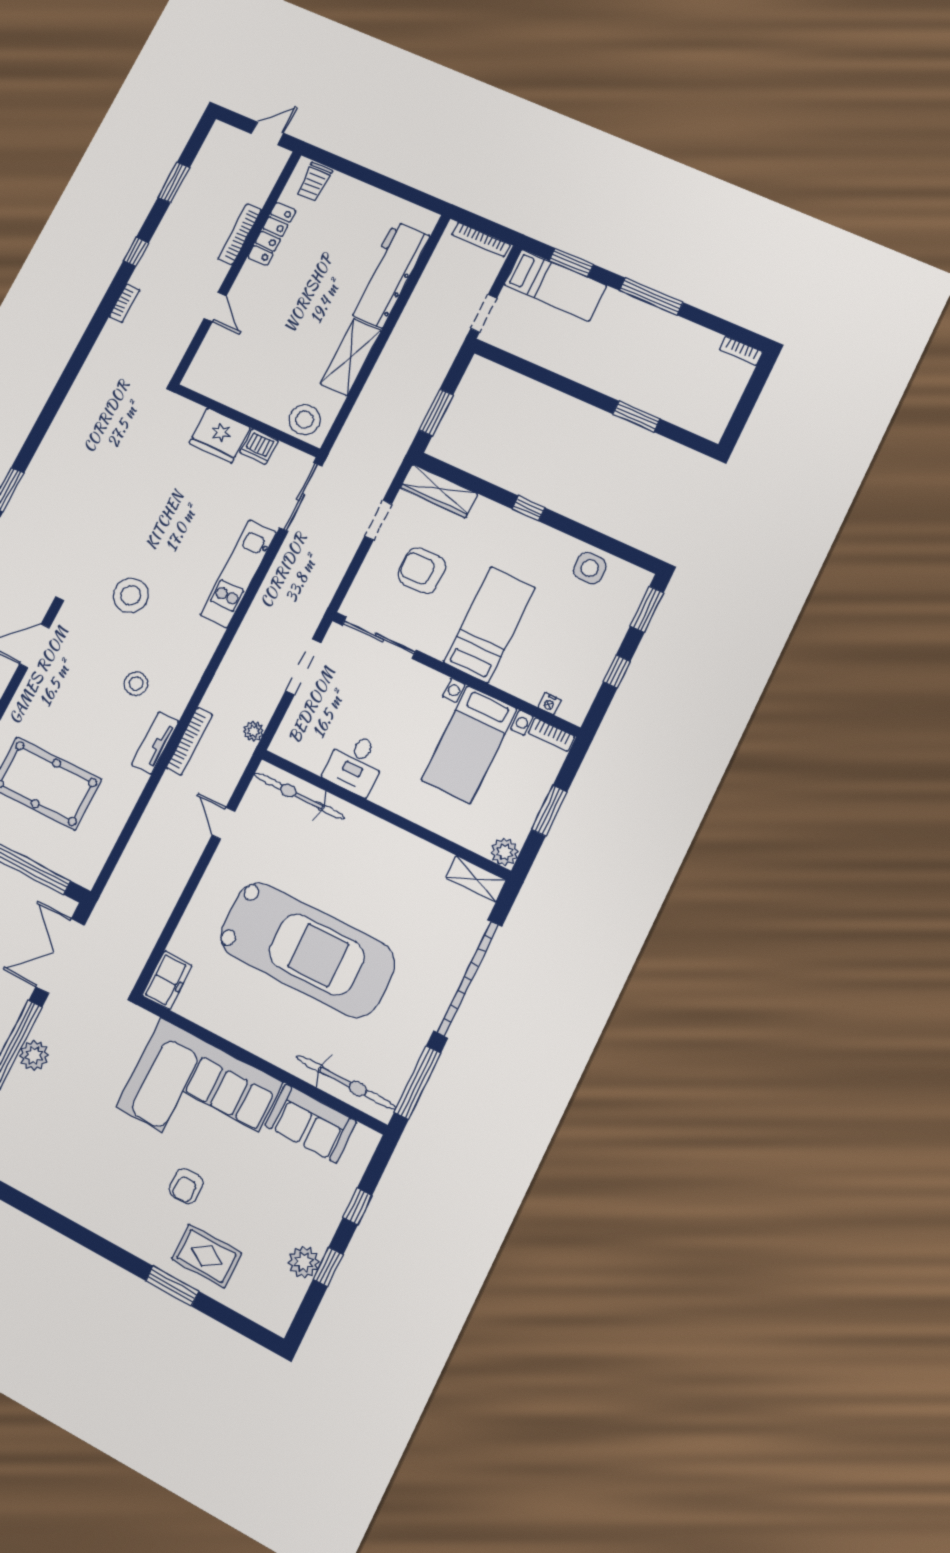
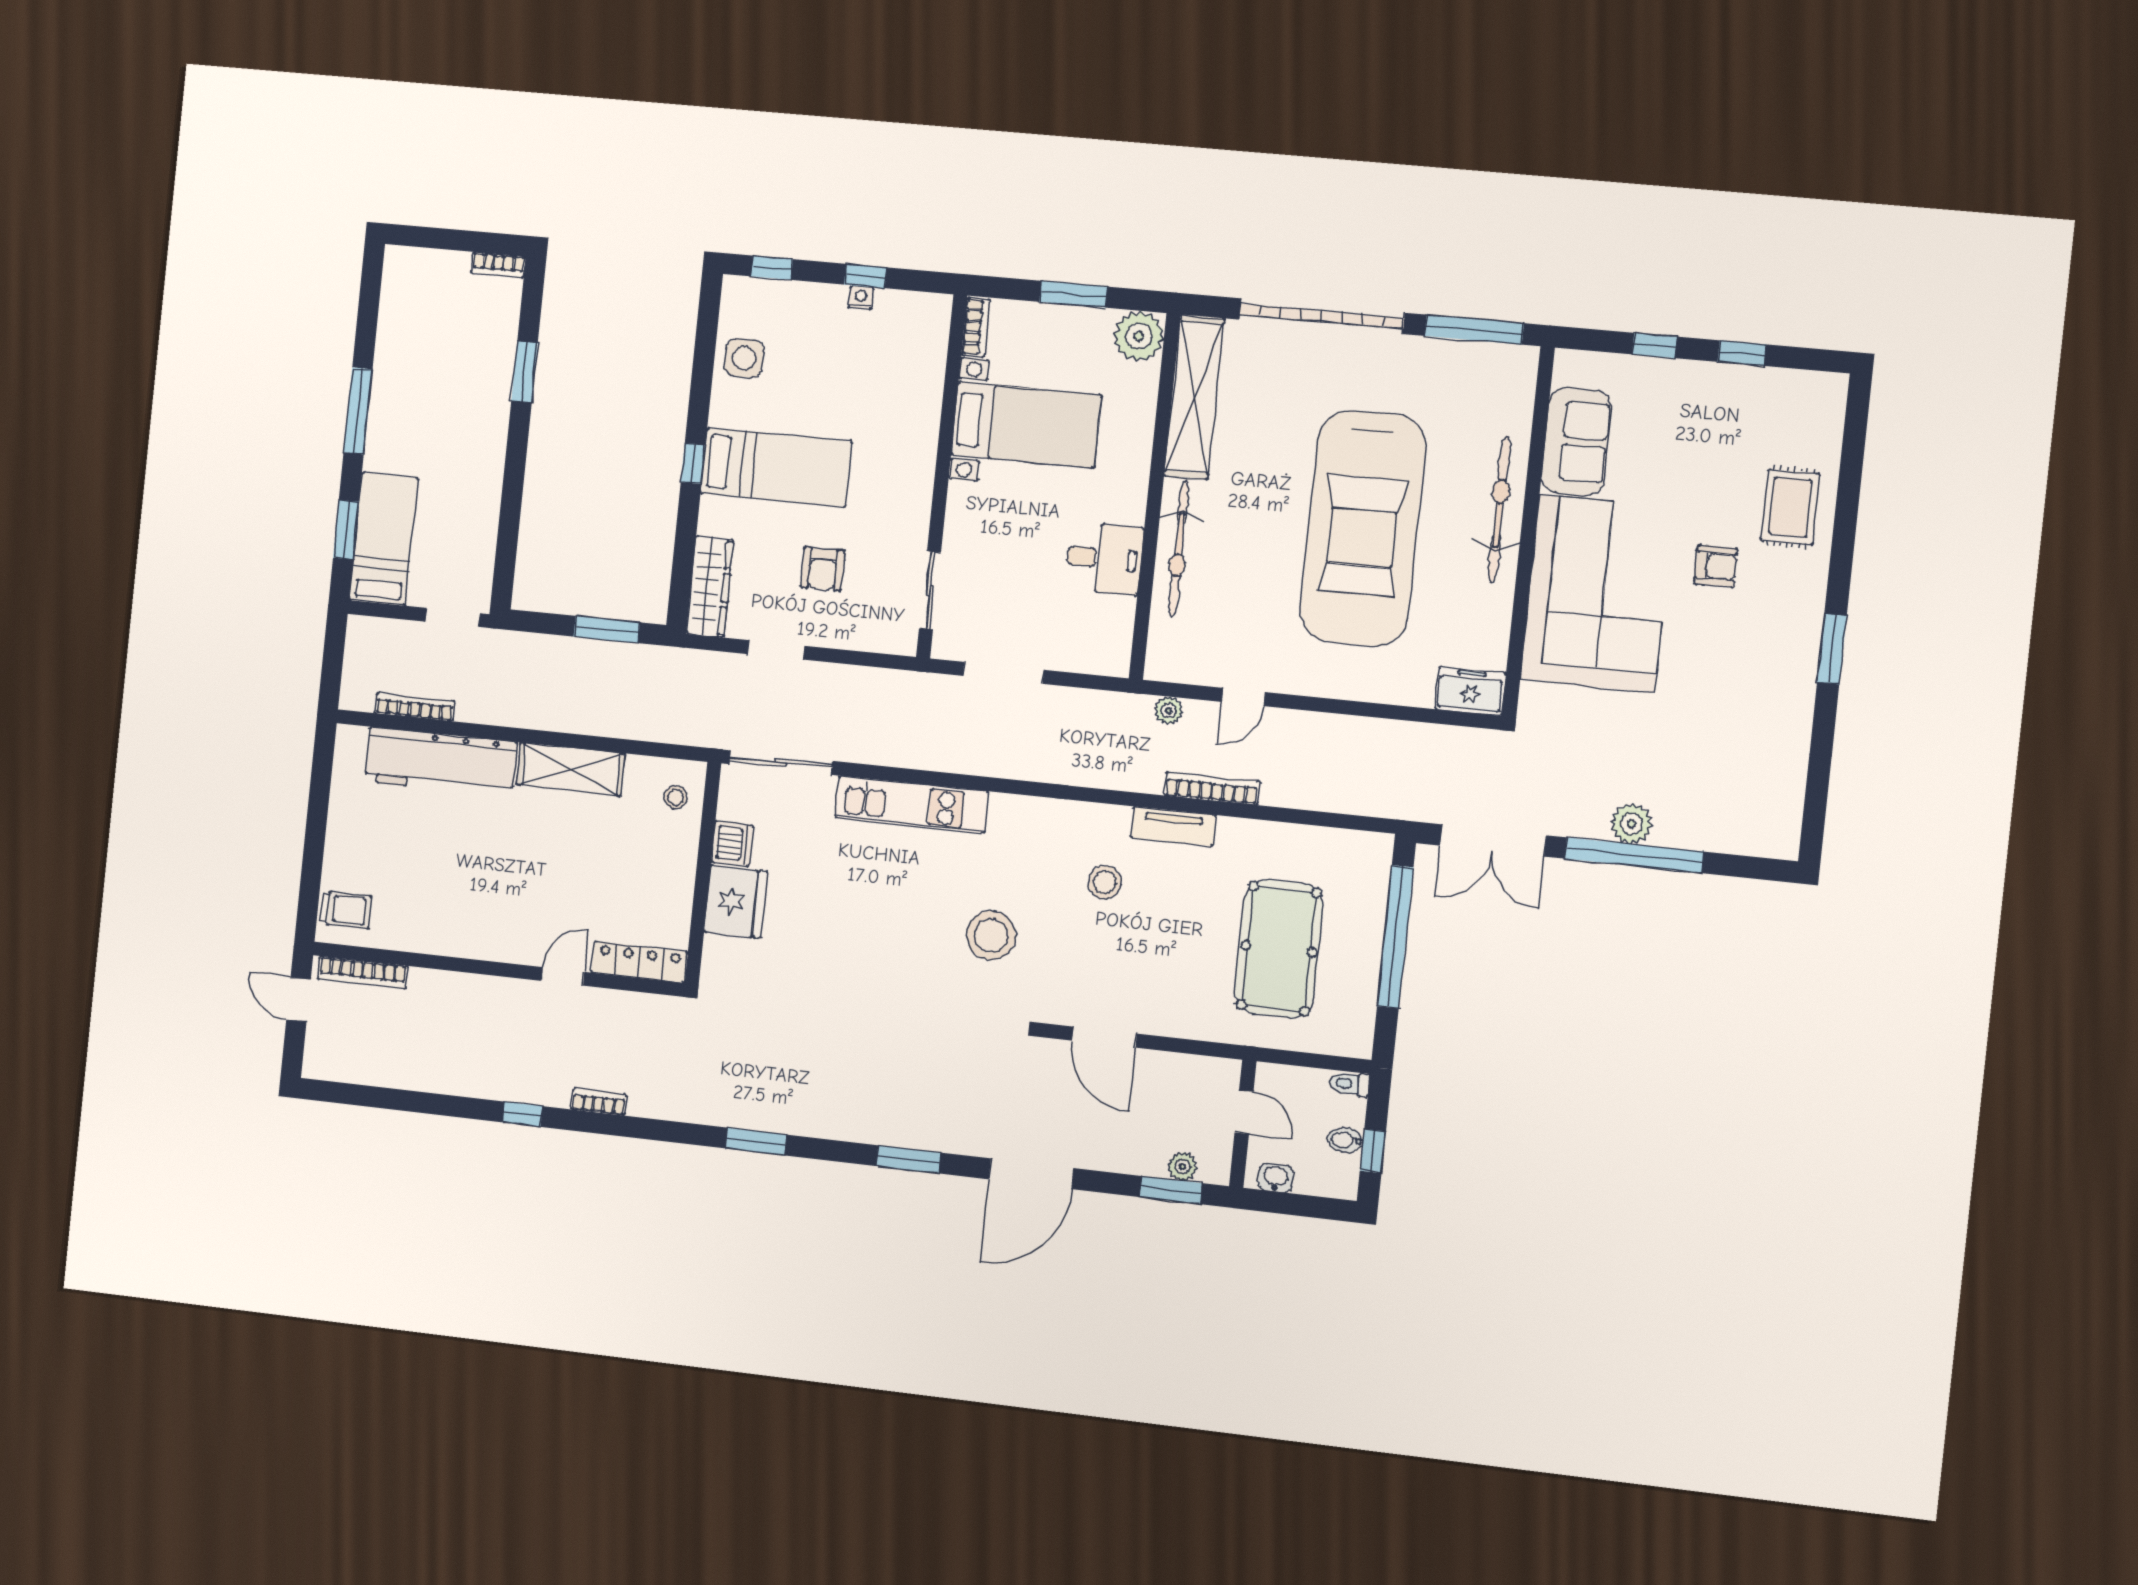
window: (174, 183) -> (756, 1142), moved
bookcase: (240, 234) -> (363, 973), moved
locker: (272, 234) -> (640, 962), moved
bookcase: (481, 239) -> (415, 707), moved, turned -90
bookcase: (741, 351) -> (498, 265), moved, turned 90
stool: (305, 420) -> (676, 797), width x0.53, depth x0.53
armchair: (422, 570) -> (823, 569), width x0.72, depth x0.72
window: (647, 609) -> (772, 268), width x0.67
bed: (489, 625) -> (776, 467), moved, turned 180
sliding door: (379, 638) -> (930, 590), width x0.73
nightstand: (549, 704) -> (861, 297), moved, turned -90
plant: (253, 731) -> (1169, 711), moved
bookcase: (189, 741) -> (1212, 788), moved
bicycle: (299, 796) -> (1179, 549), moved
plant: (505, 852) -> (1139, 336), width x1.36, depth x1.36
shelving: (476, 879) -> (1194, 397), width x2.20, depth x1.33
car: (307, 950) -> (1363, 528), turned 180
bicycle: (346, 1082) -> (1499, 509), moved
plant: (304, 1262) -> (1748, 385), removed
window: (172, 1286) -> (1832, 649), moved

